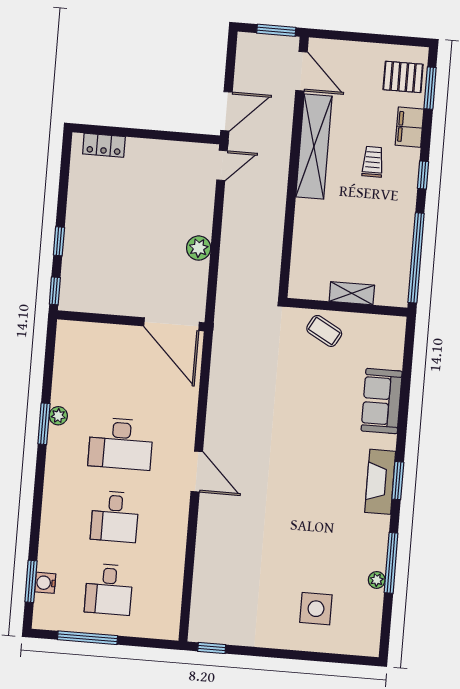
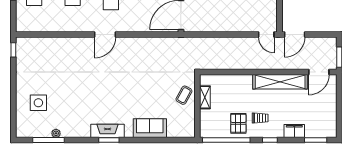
pallet: (403, 77) -> (238, 123), moved
door: (226, 111) -> (295, 35), hinge flipped
trolley: (373, 162) -> (260, 118), moved
plant: (199, 248) -> (222, 26), removed
shelving: (352, 293) -> (205, 97), moved
window: (391, 563) -> (49, 140), moved

